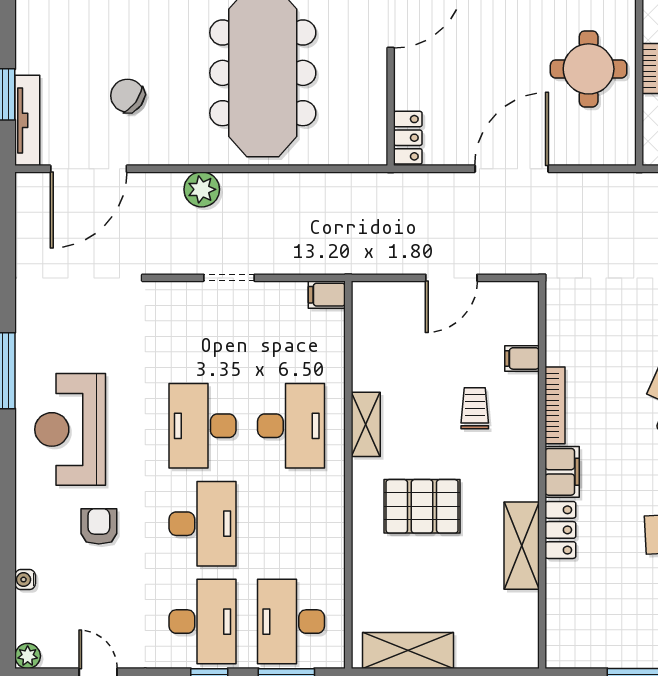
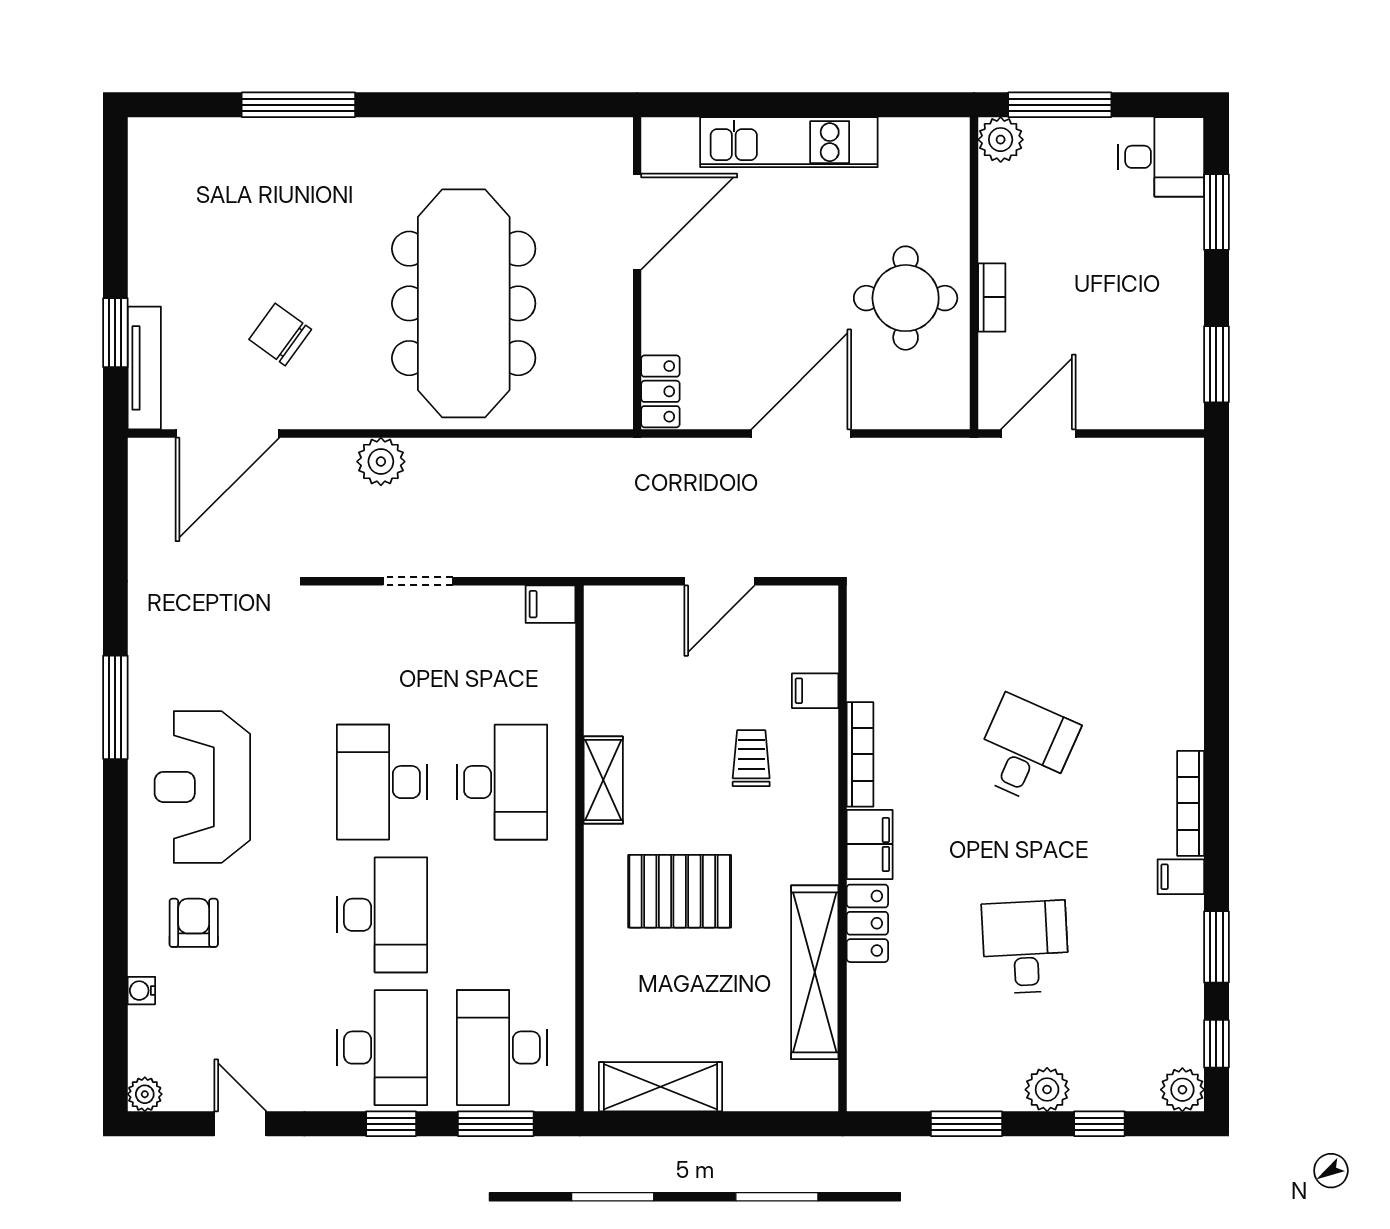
armchair: (99, 526) -> (194, 923), moved
shelving: (522, 546) -> (815, 972), width x1.47

